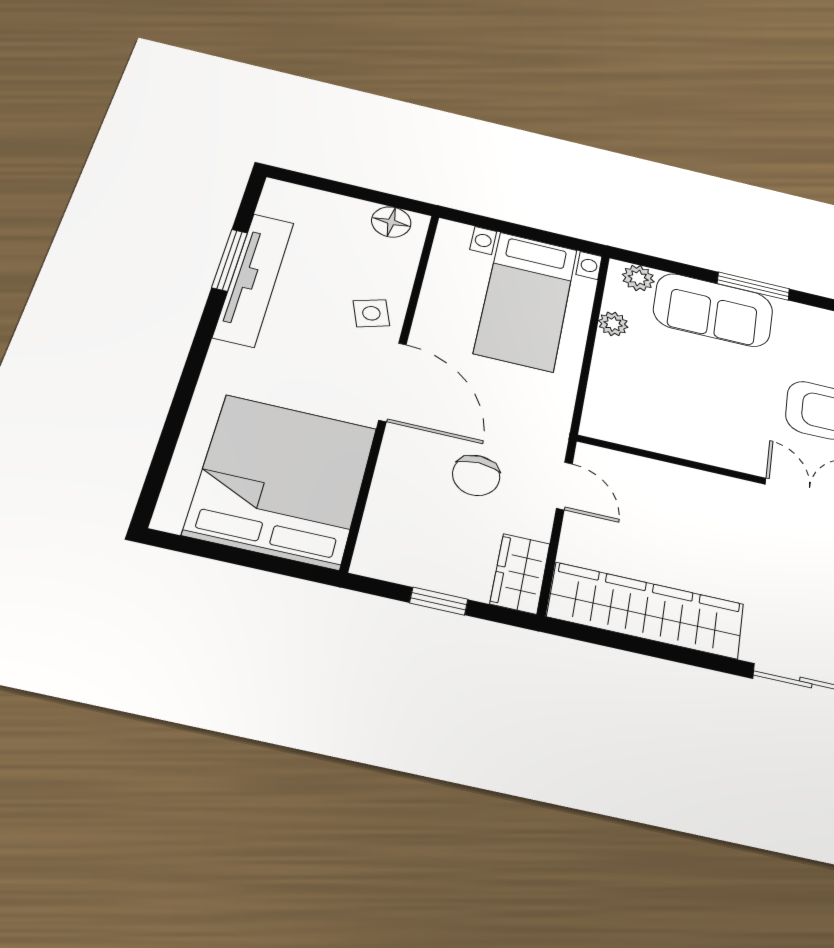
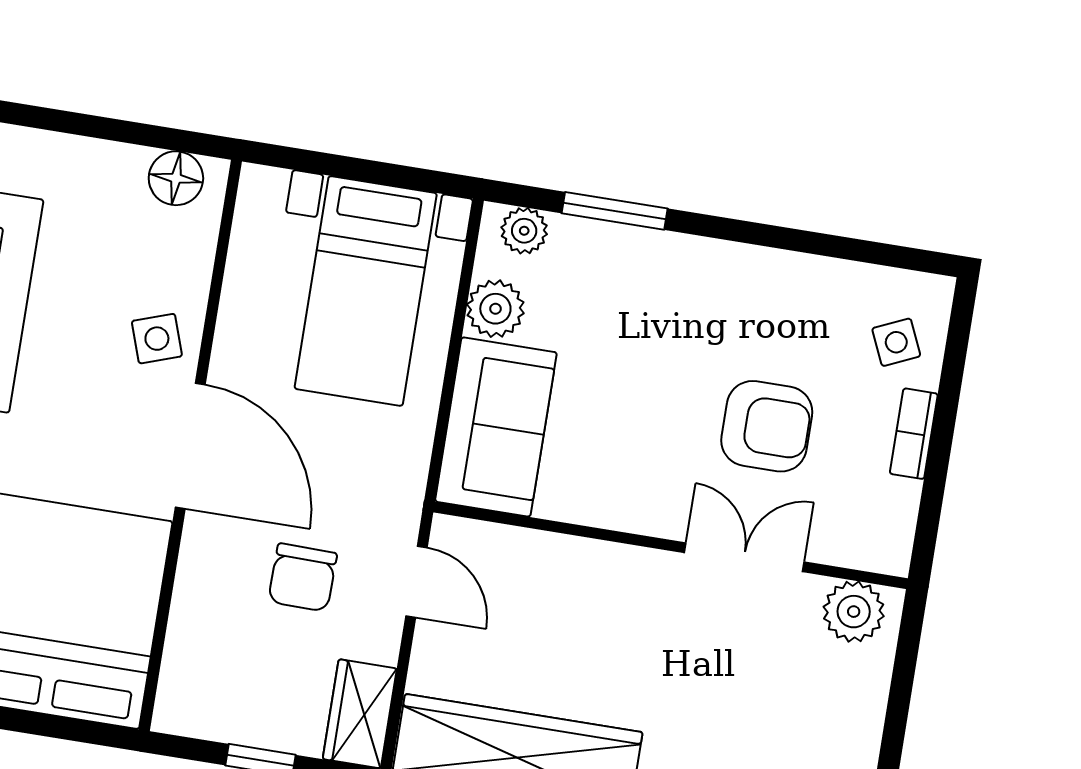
window: (753, 286) -> (615, 211), moved
sofa: (713, 310) -> (496, 427), moved, turned -90
plant: (613, 324) -> (495, 309), width x1.38, depth x1.38

